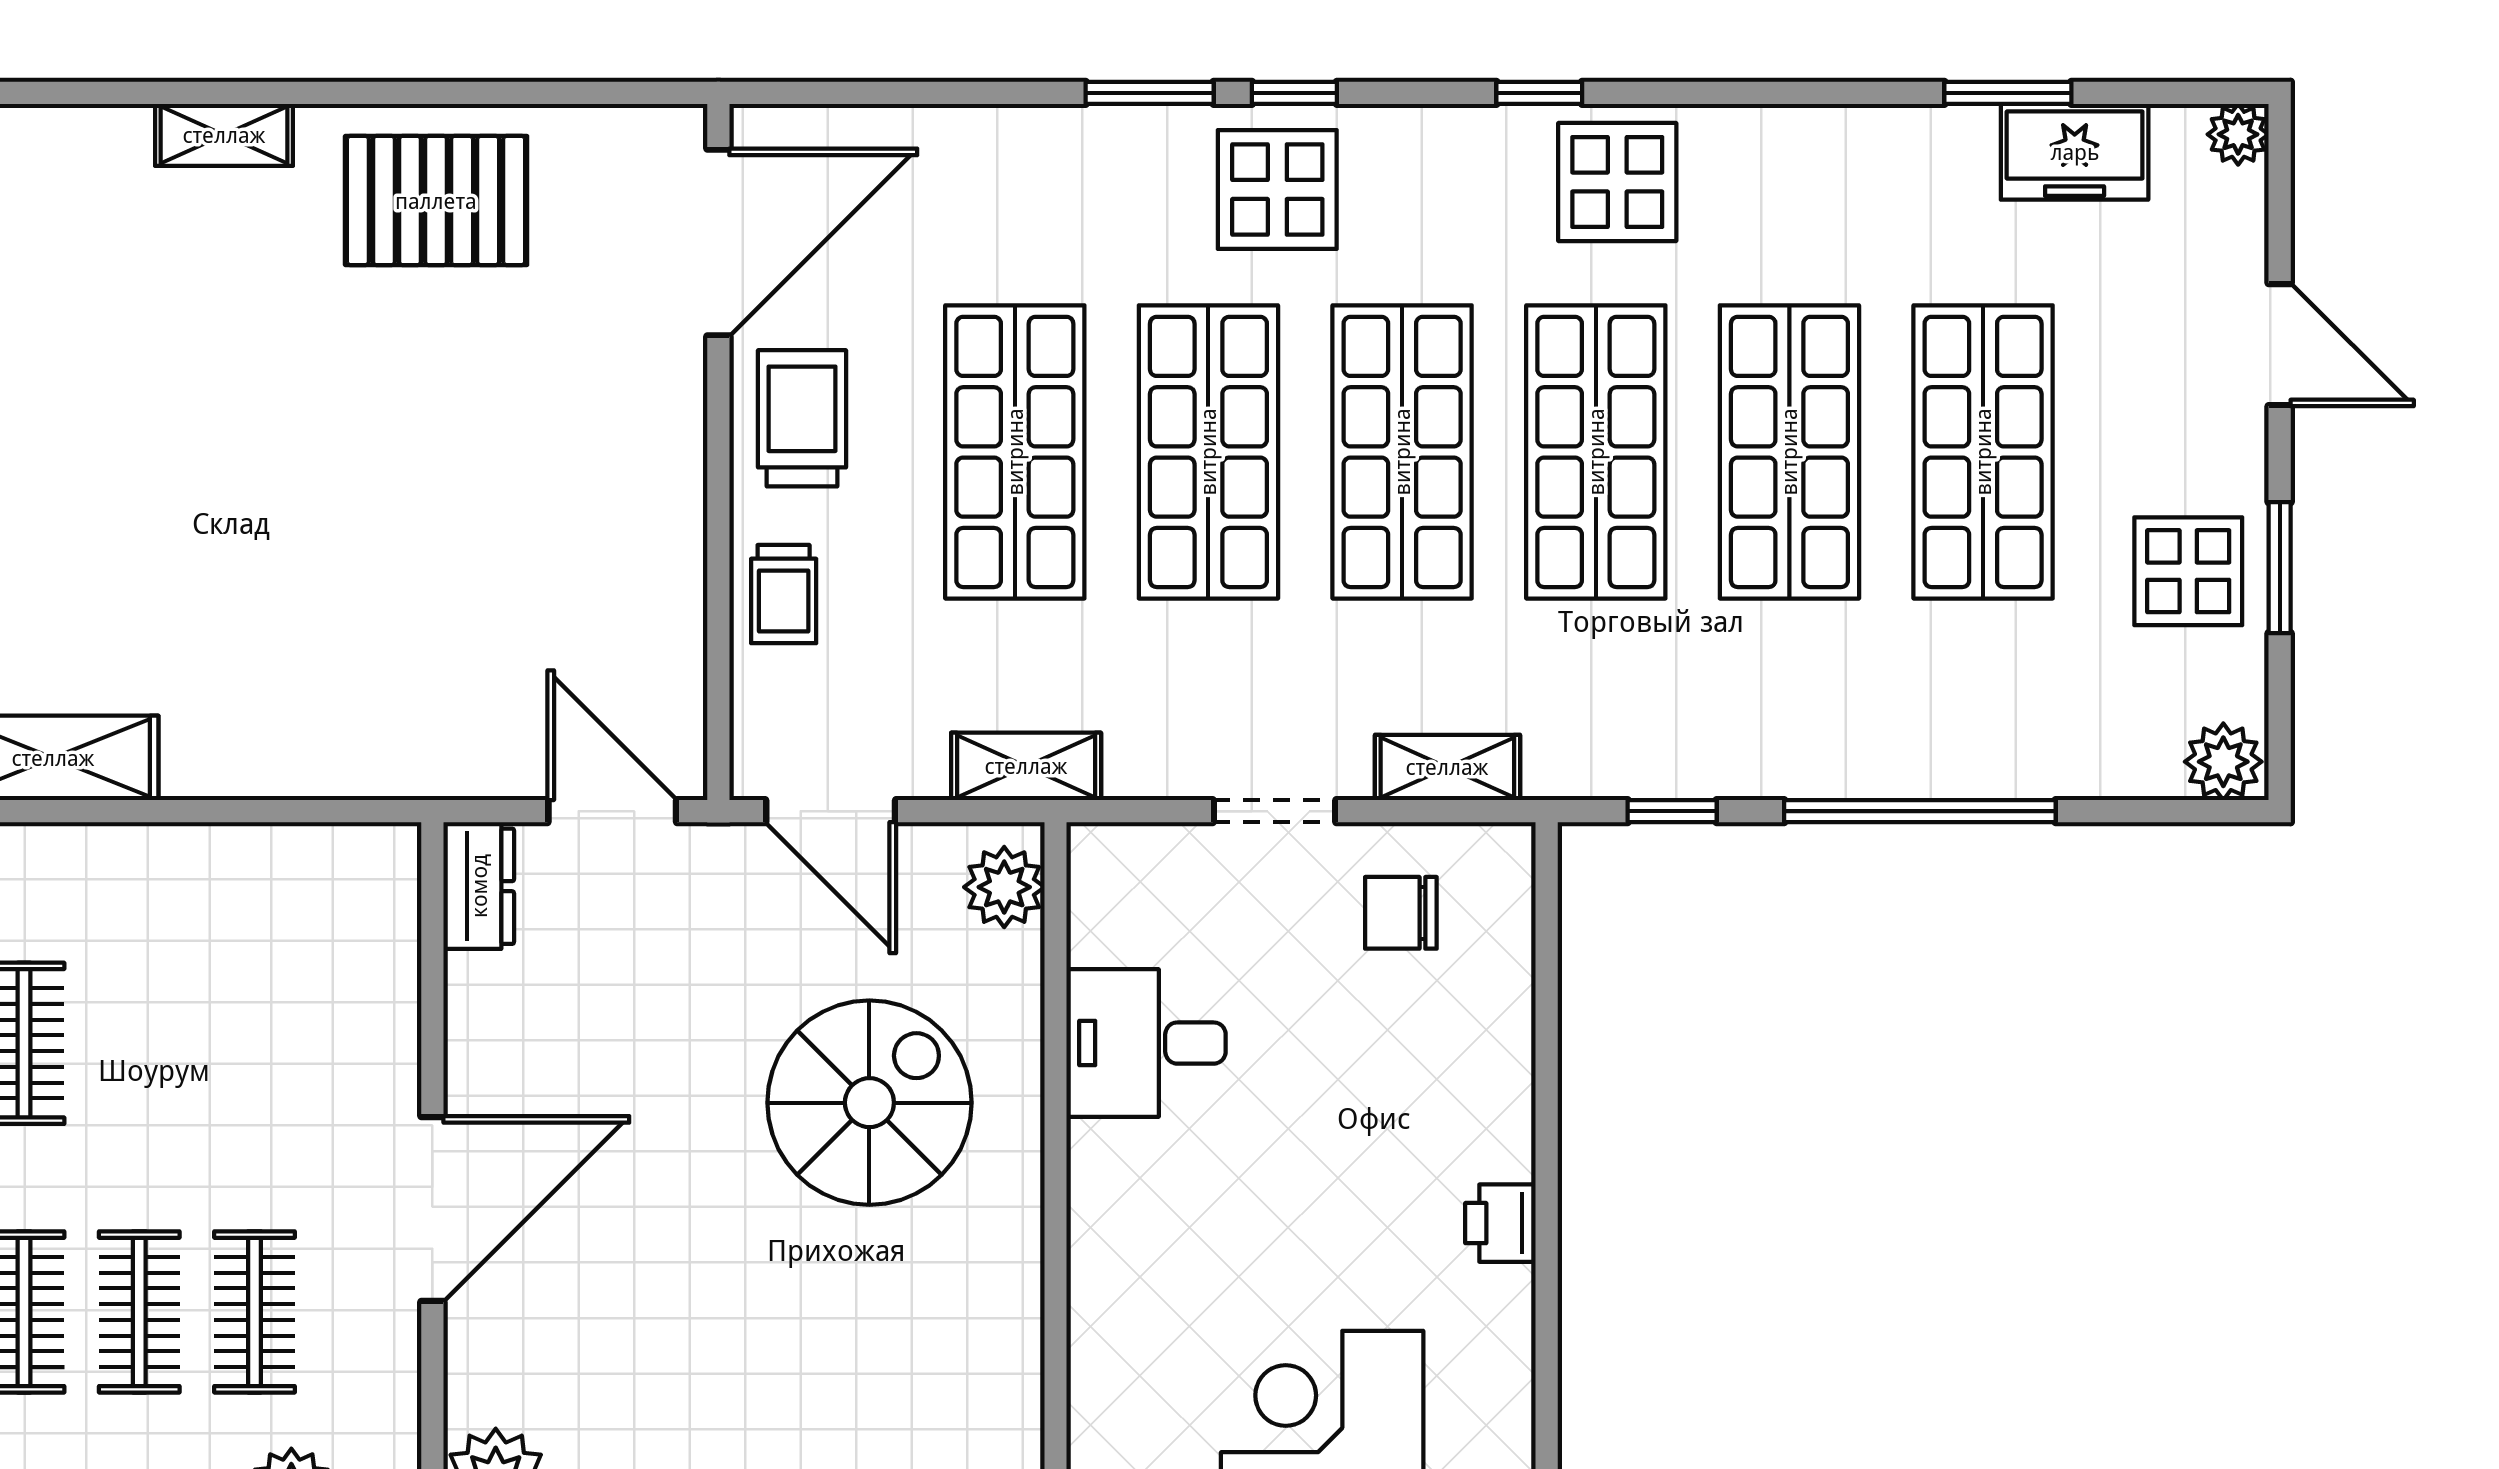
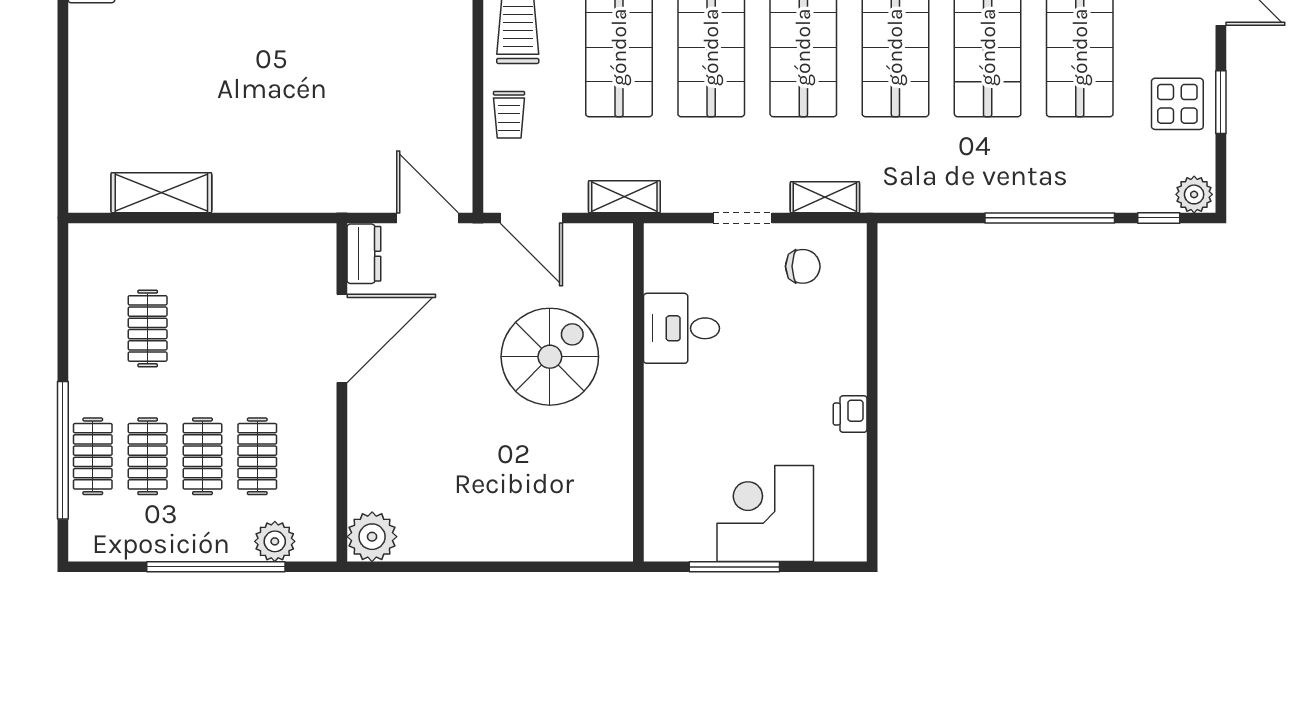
window: (1672, 811) -> (1159, 218), moved
plant: (1004, 887) -> (614, 254), removed
chair: (1401, 913) -> (803, 266), turned 180
door: (432, 1209) -> (342, 338), moved

